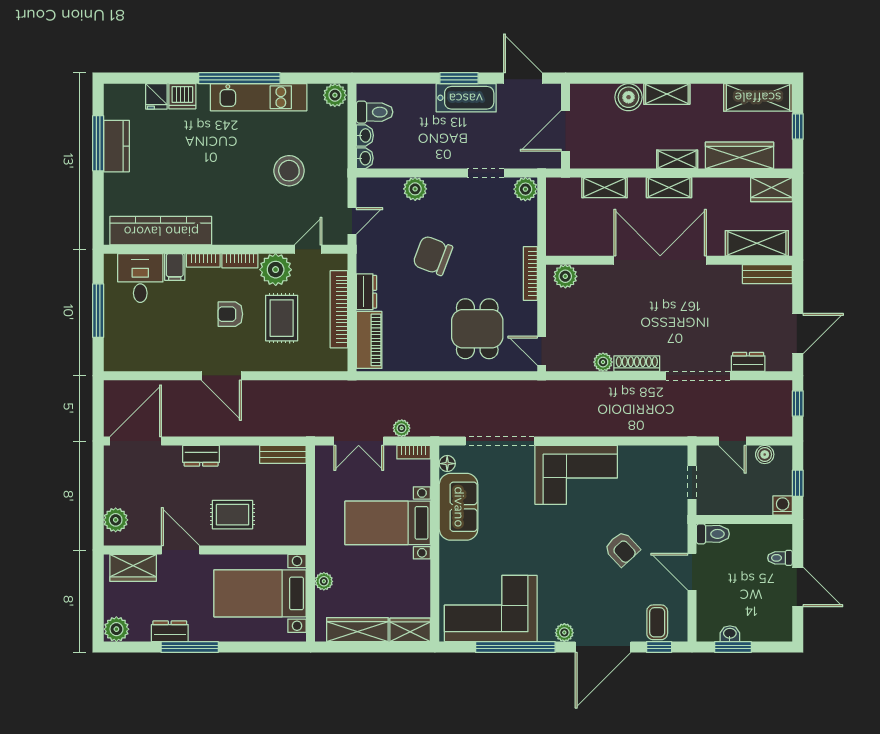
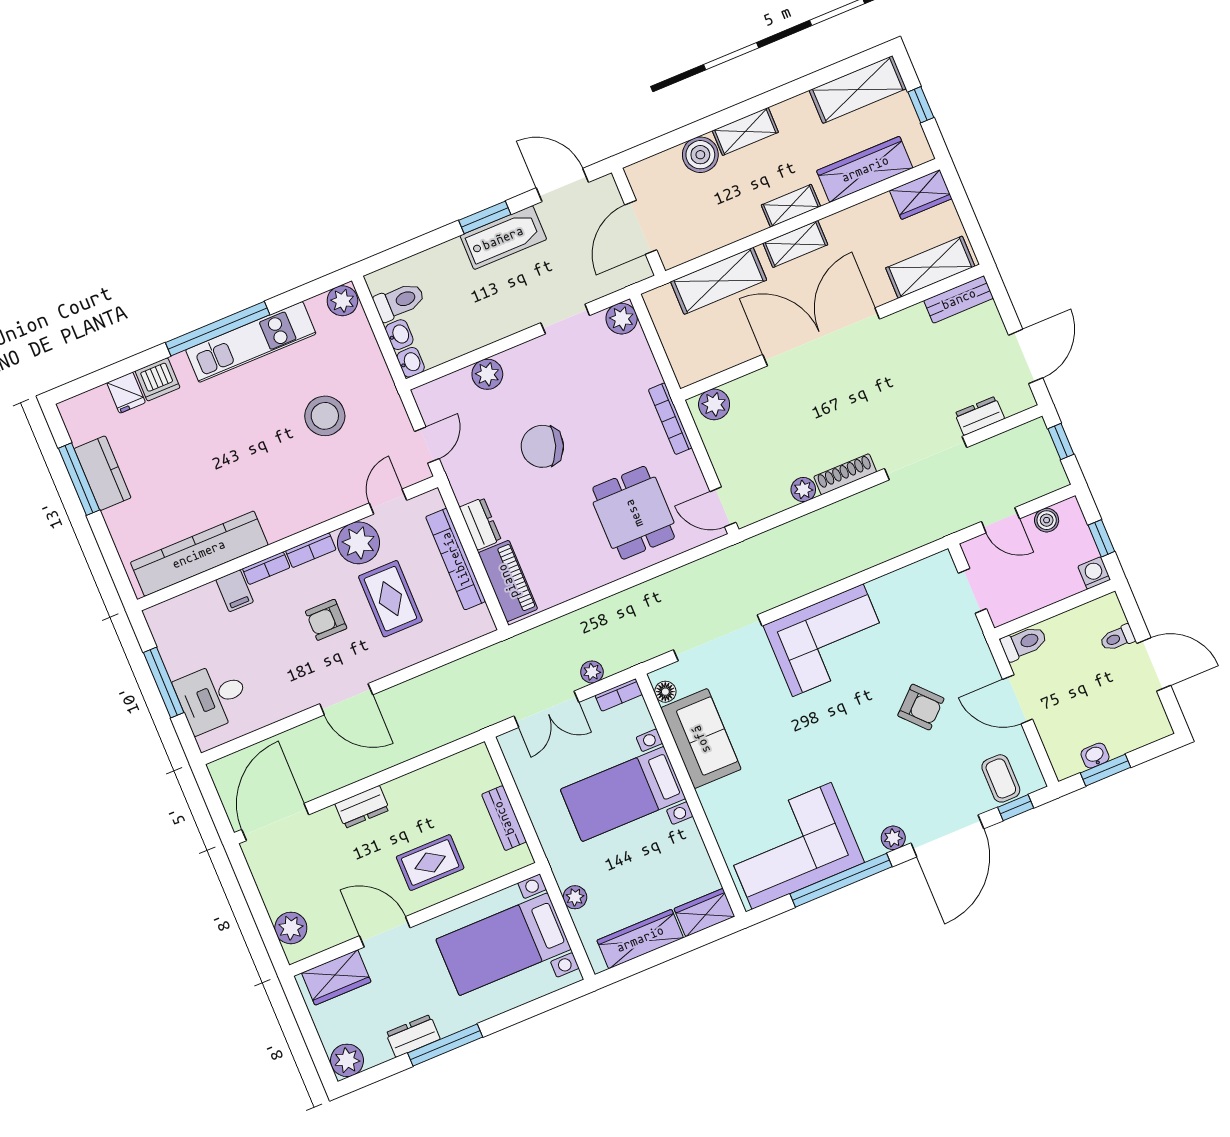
shelving: (605, 188) -> (719, 281), width x1.50, depth x1.33
desk: (140, 278) -> (212, 697), moved, turned -90
bench: (283, 454) -> (504, 818), moved, turned 90

